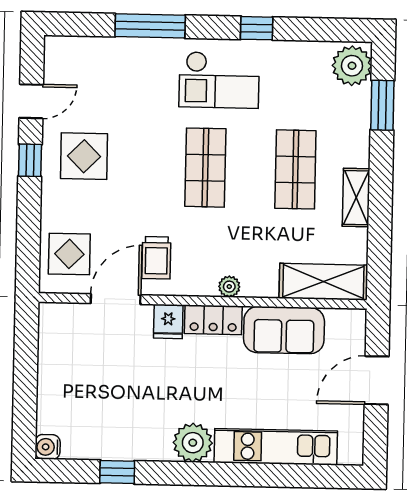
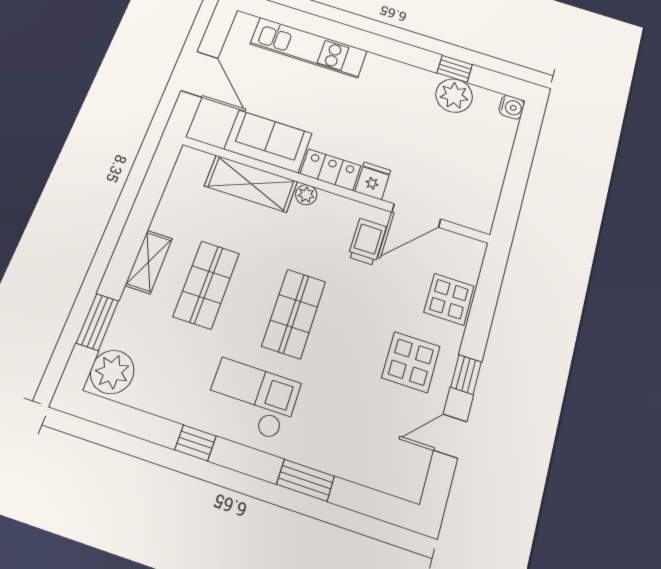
window: (150, 26) -> (306, 480), width x0.69
shelving: (356, 198) -> (149, 262), moved
display table: (69, 254) -> (449, 299), moved
shelving: (323, 282) -> (251, 184), moved
door: (377, 380) -> (200, 74), hinge flipped
plant: (193, 443) -> (454, 96), moved

